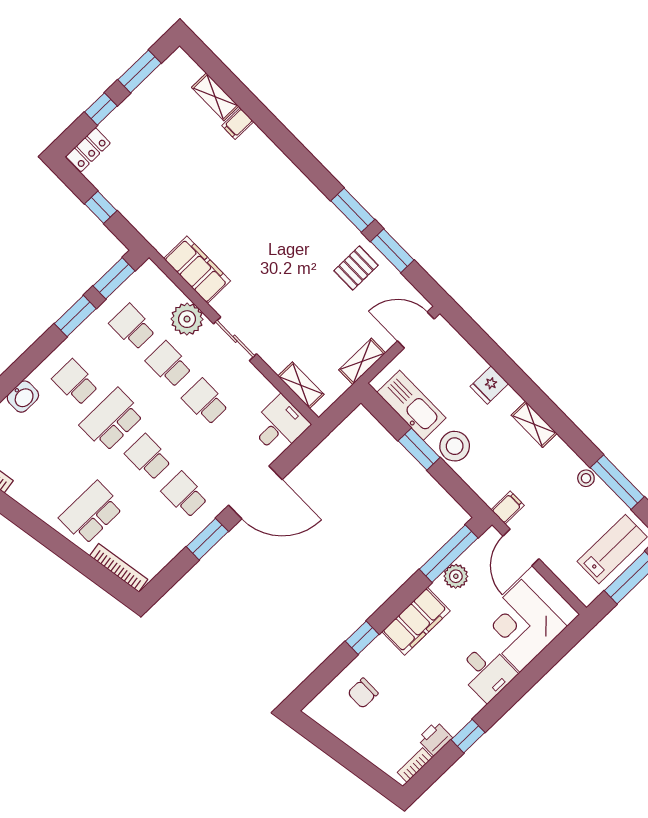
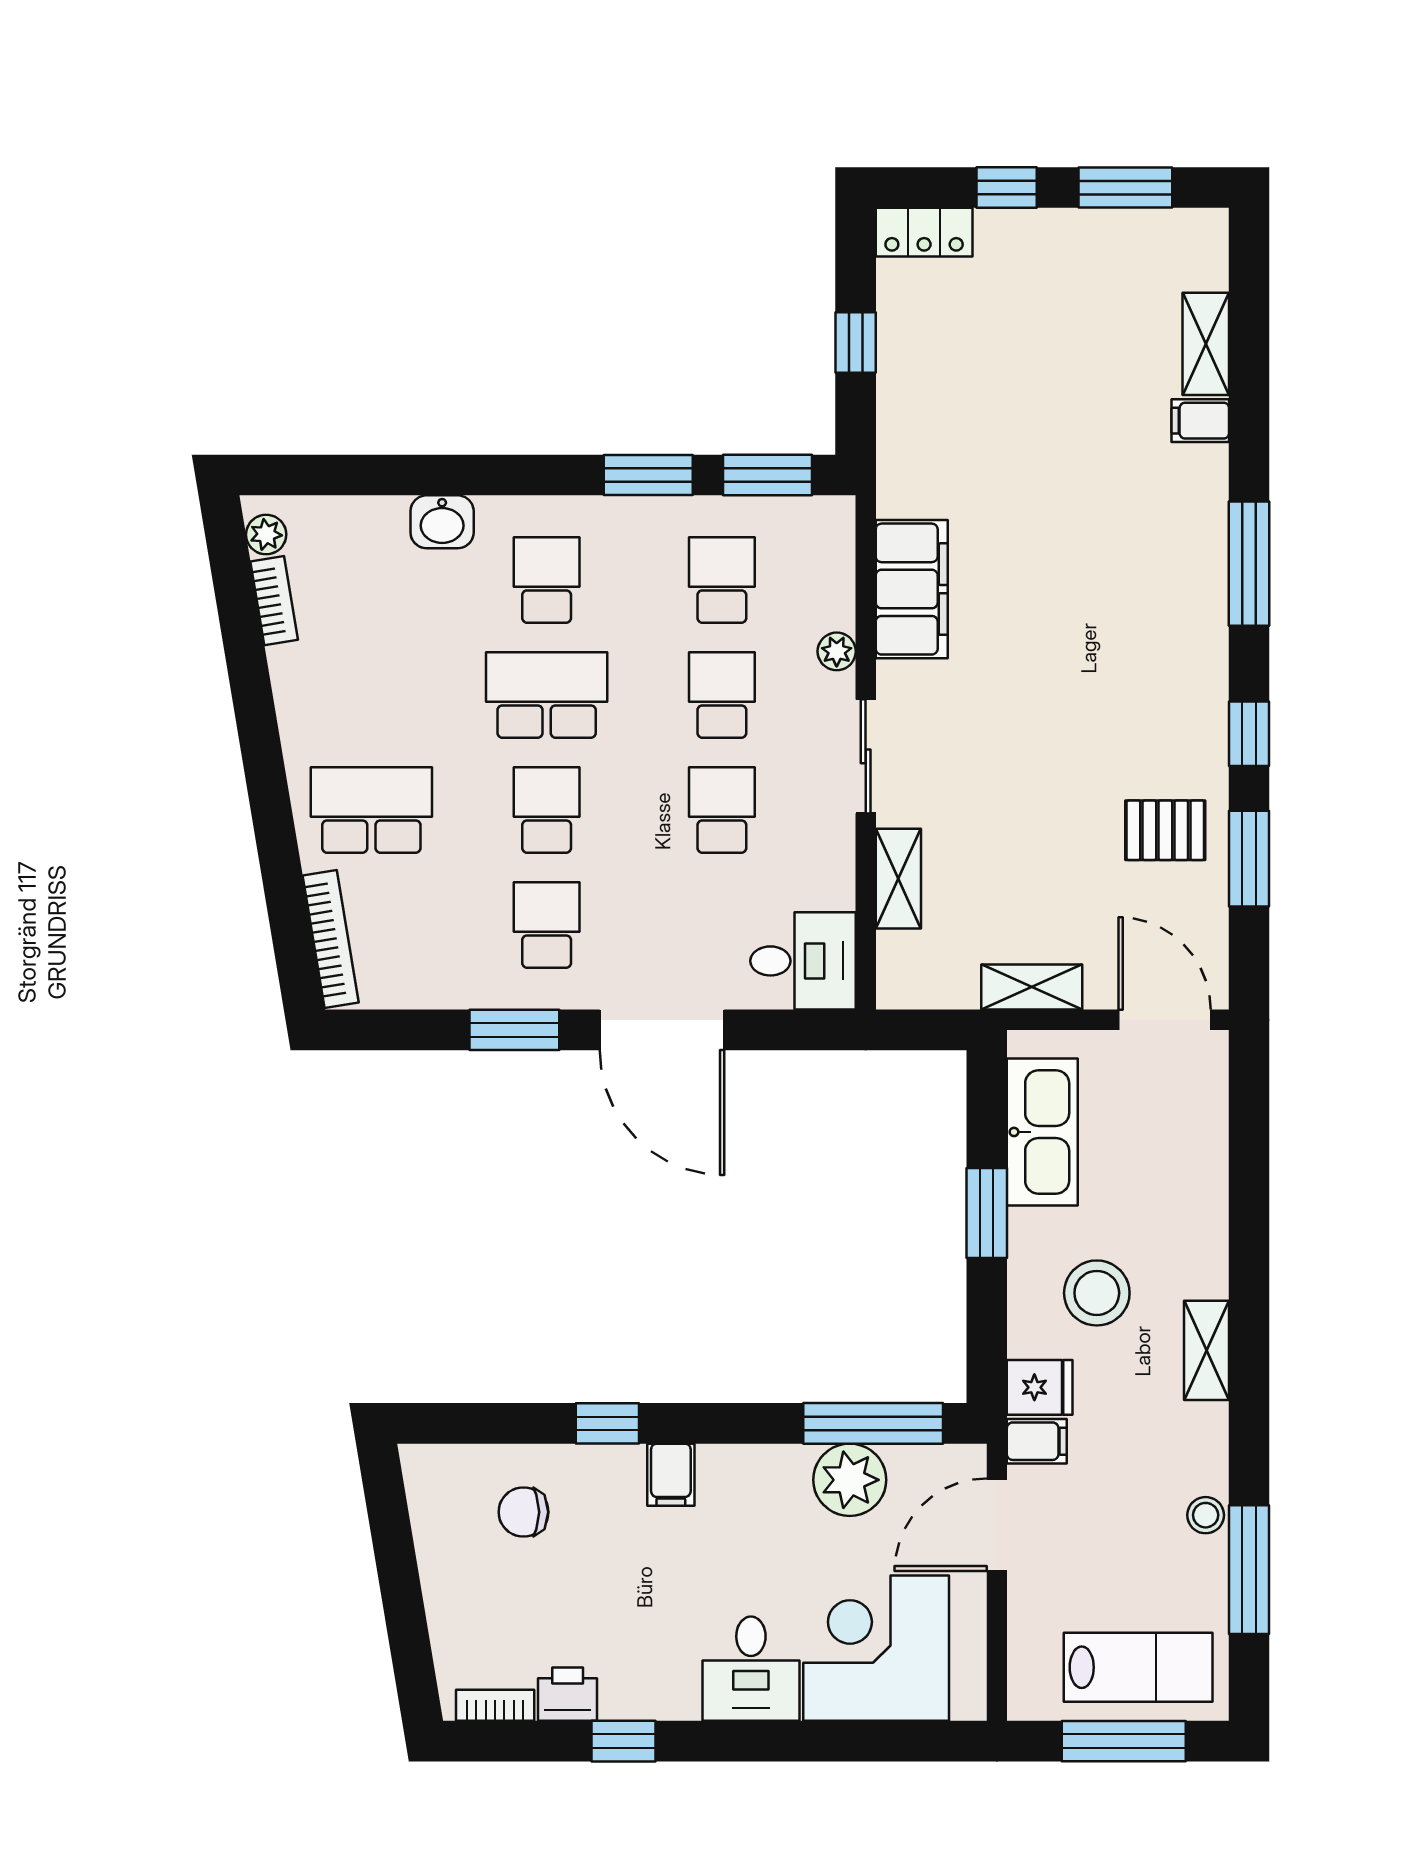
window: (299, 155) -> (1249, 564), added
window: (353, 210) -> (1249, 734), width x0.67
plant: (187, 319) -> (837, 651), width x0.53, depth x0.53
shelving: (301, 385) -> (898, 879), moved
fridge: (489, 385) -> (1040, 1387), moved, turned 180
stool: (455, 446) -> (1097, 1293), moved
plant: (456, 576) -> (850, 1480), width x1.36, depth x1.36
filing cabinet: (416, 621) -> (671, 1475), width x0.33, depth x0.86

